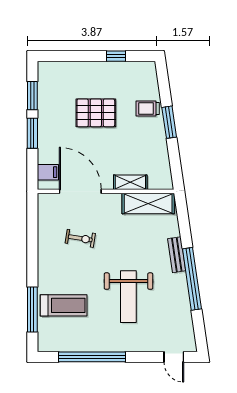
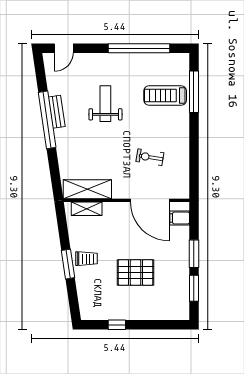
trolley: (148, 108) -> (87, 259), moved
shelving: (130, 182) -> (87, 209), moved
bench: (177, 255) -> (57, 112), moved
weight bench: (128, 297) -> (105, 104), width x0.73, depth x0.75
door: (174, 357) -> (64, 48), swing flipped

